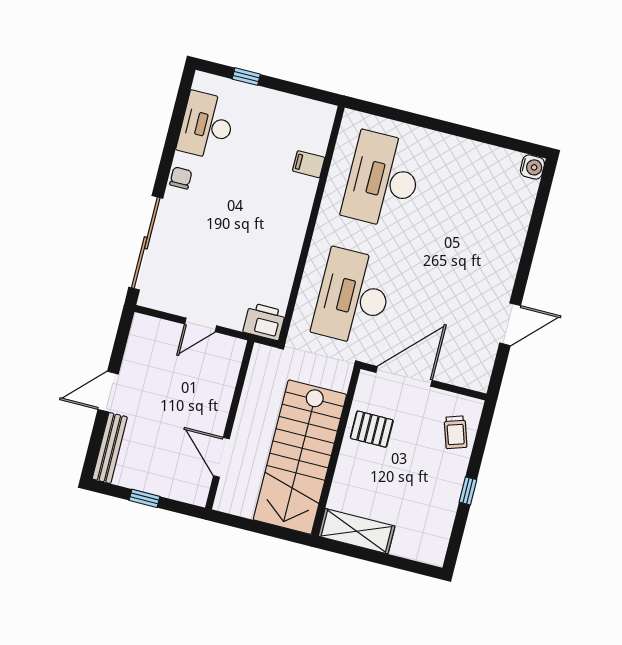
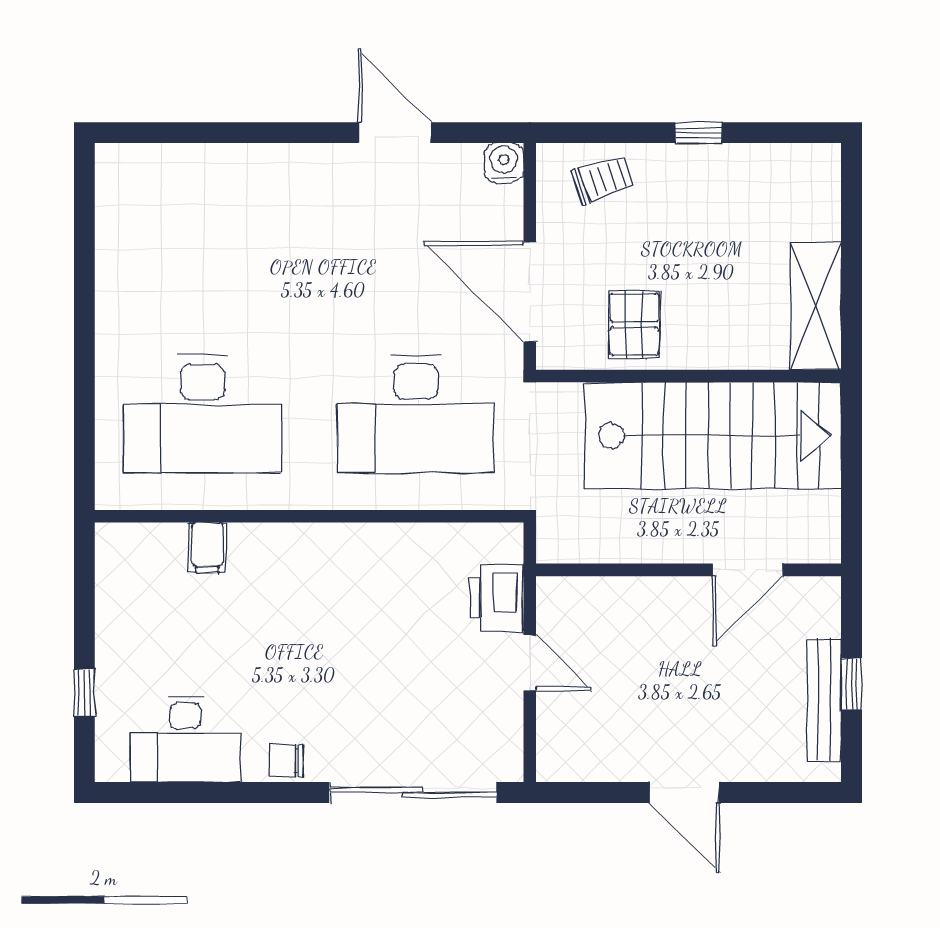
water cooler: (532, 167) -> (504, 163), moved
printer: (264, 322) -> (496, 598), moved
bench: (110, 448) -> (824, 699), moved, turned 90

